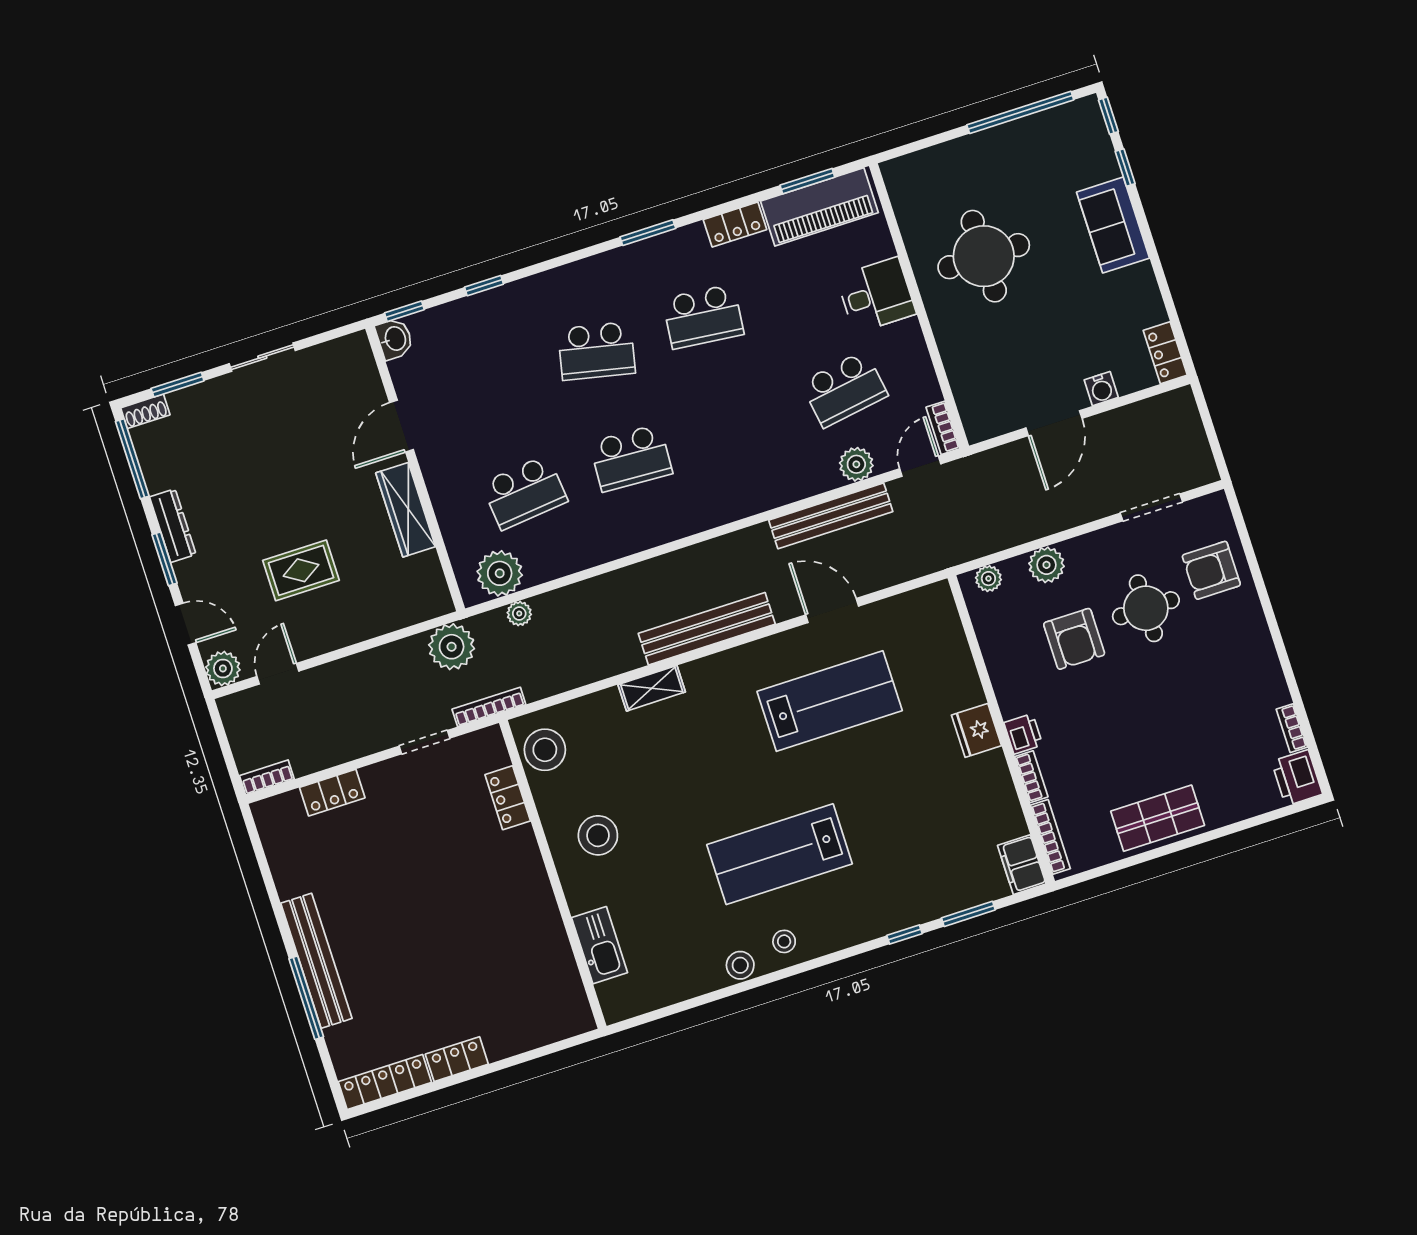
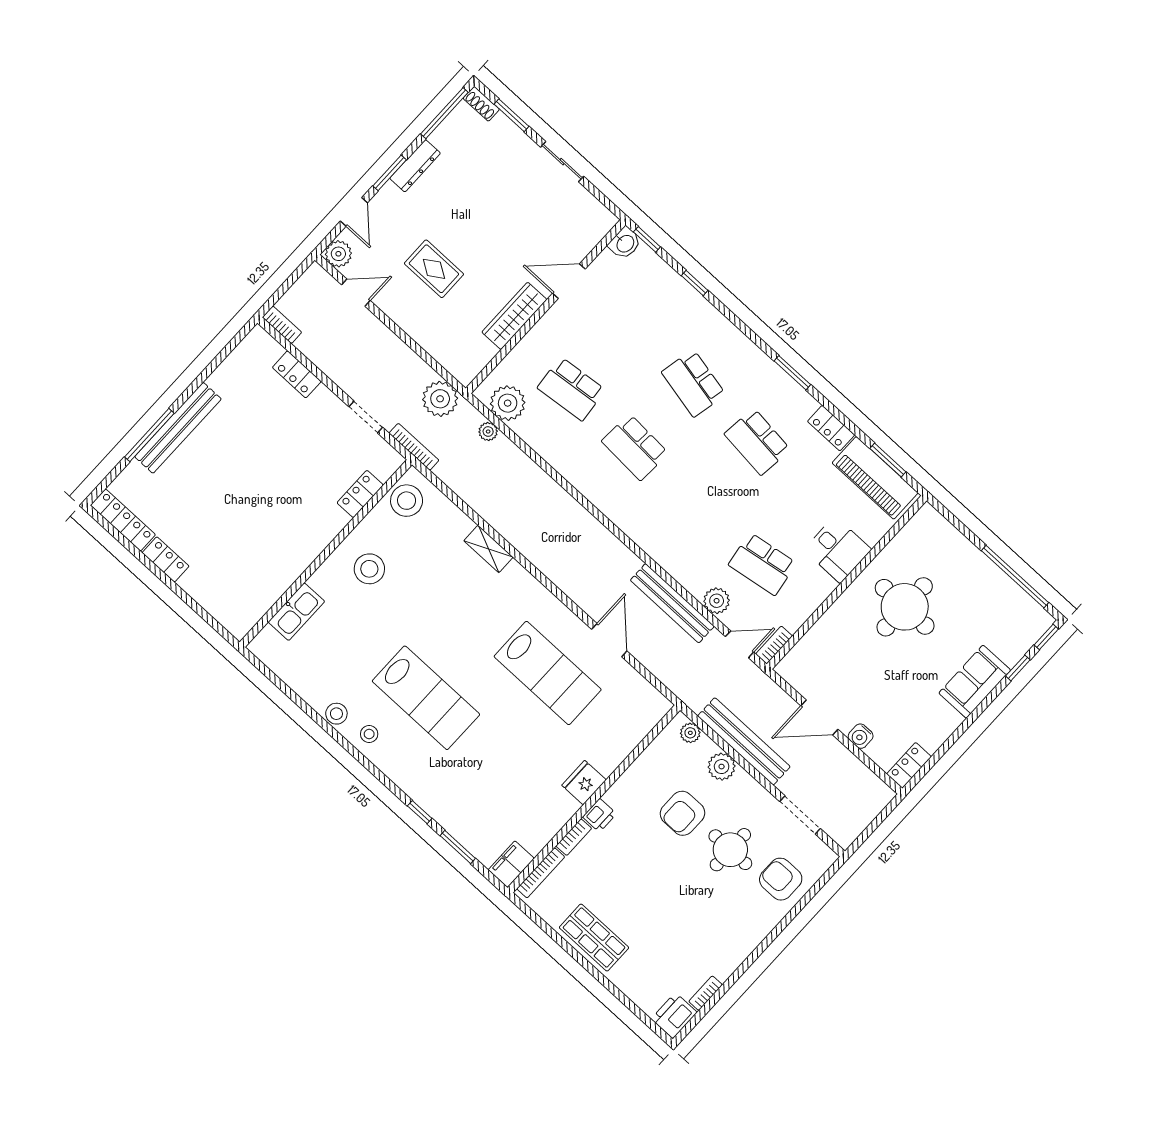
bench: (707, 629) -> (744, 741), moved
lab bench: (780, 854) -> (426, 698), turned 180

